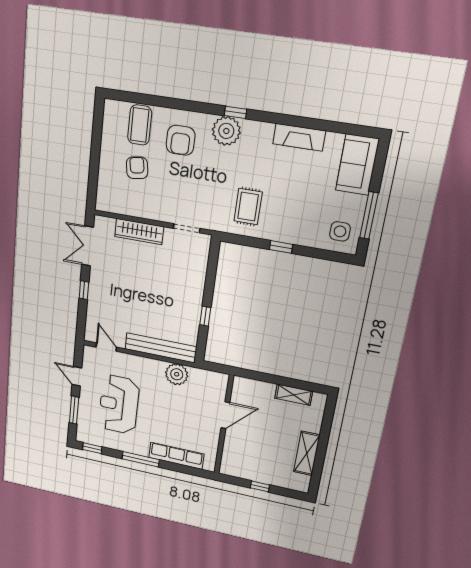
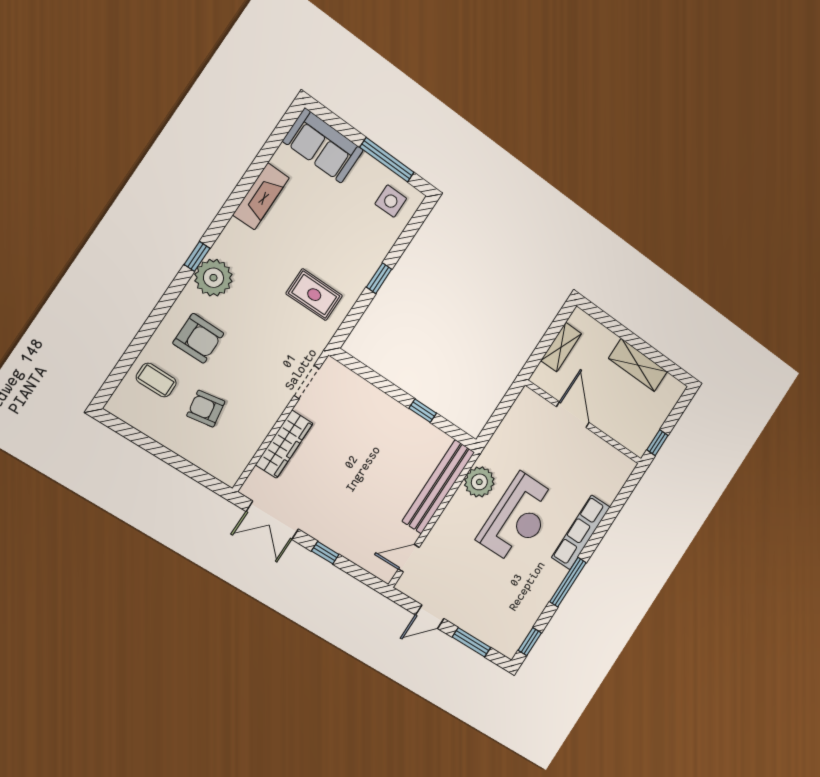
coffee table: (140, 125) -> (156, 380), width x0.73, depth x0.77
reception desk: (119, 405) -> (518, 518), moved, turned -90
door: (225, 415) -> (573, 415), moved
wall: (224, 425) -> (584, 422), moved

